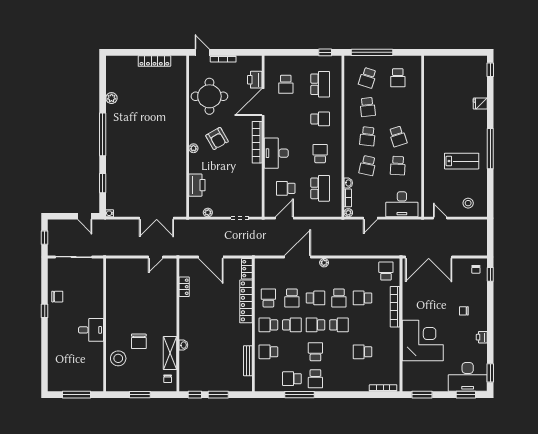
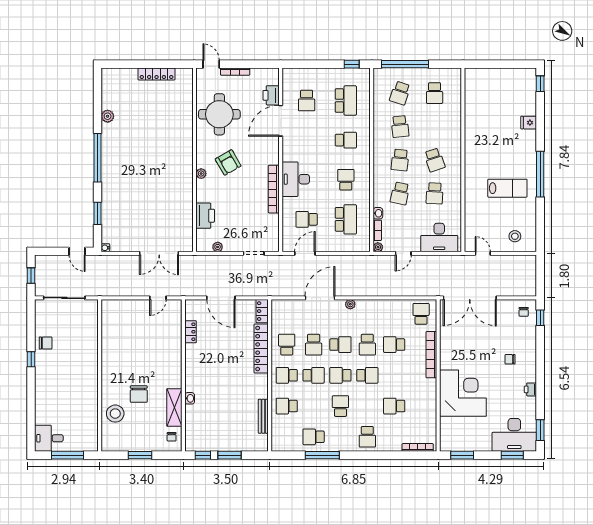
bookcase: (257, 142) -> (274, 189), moved
desk: (91, 330) -> (49, 438), moved, turned 180
school desk: (315, 379) -> (367, 437), moved

